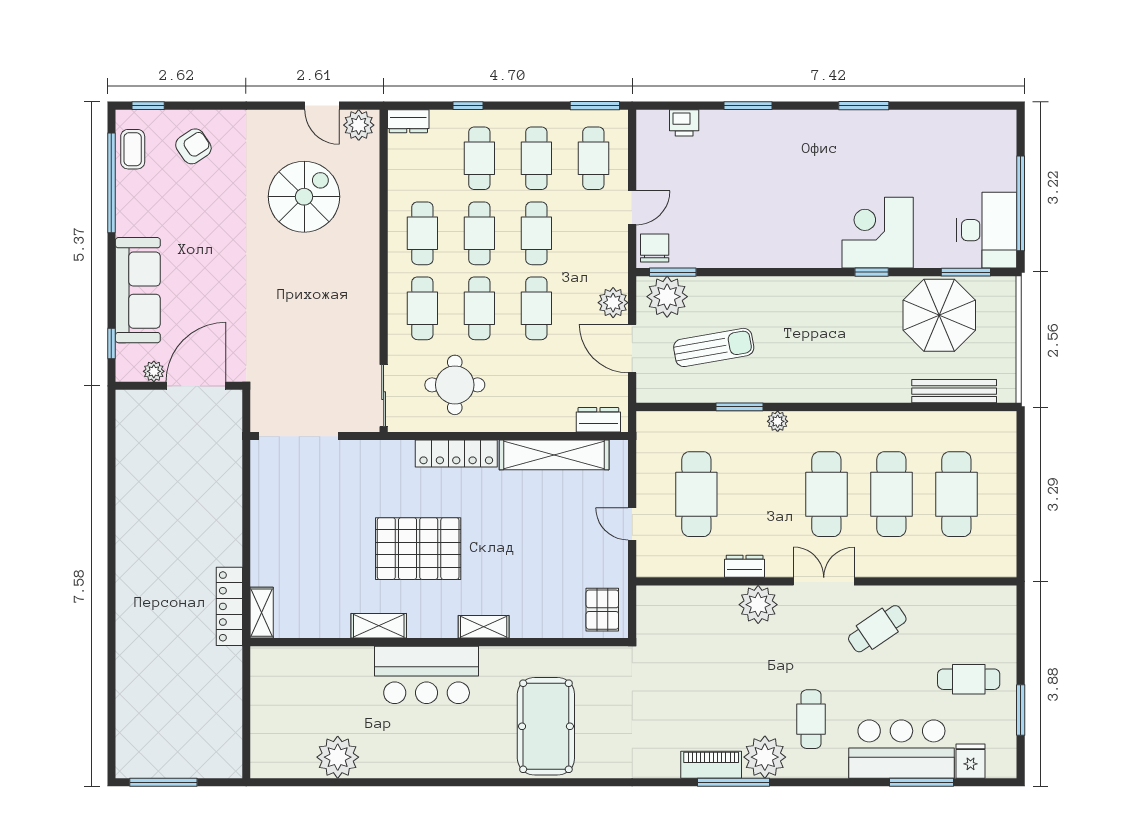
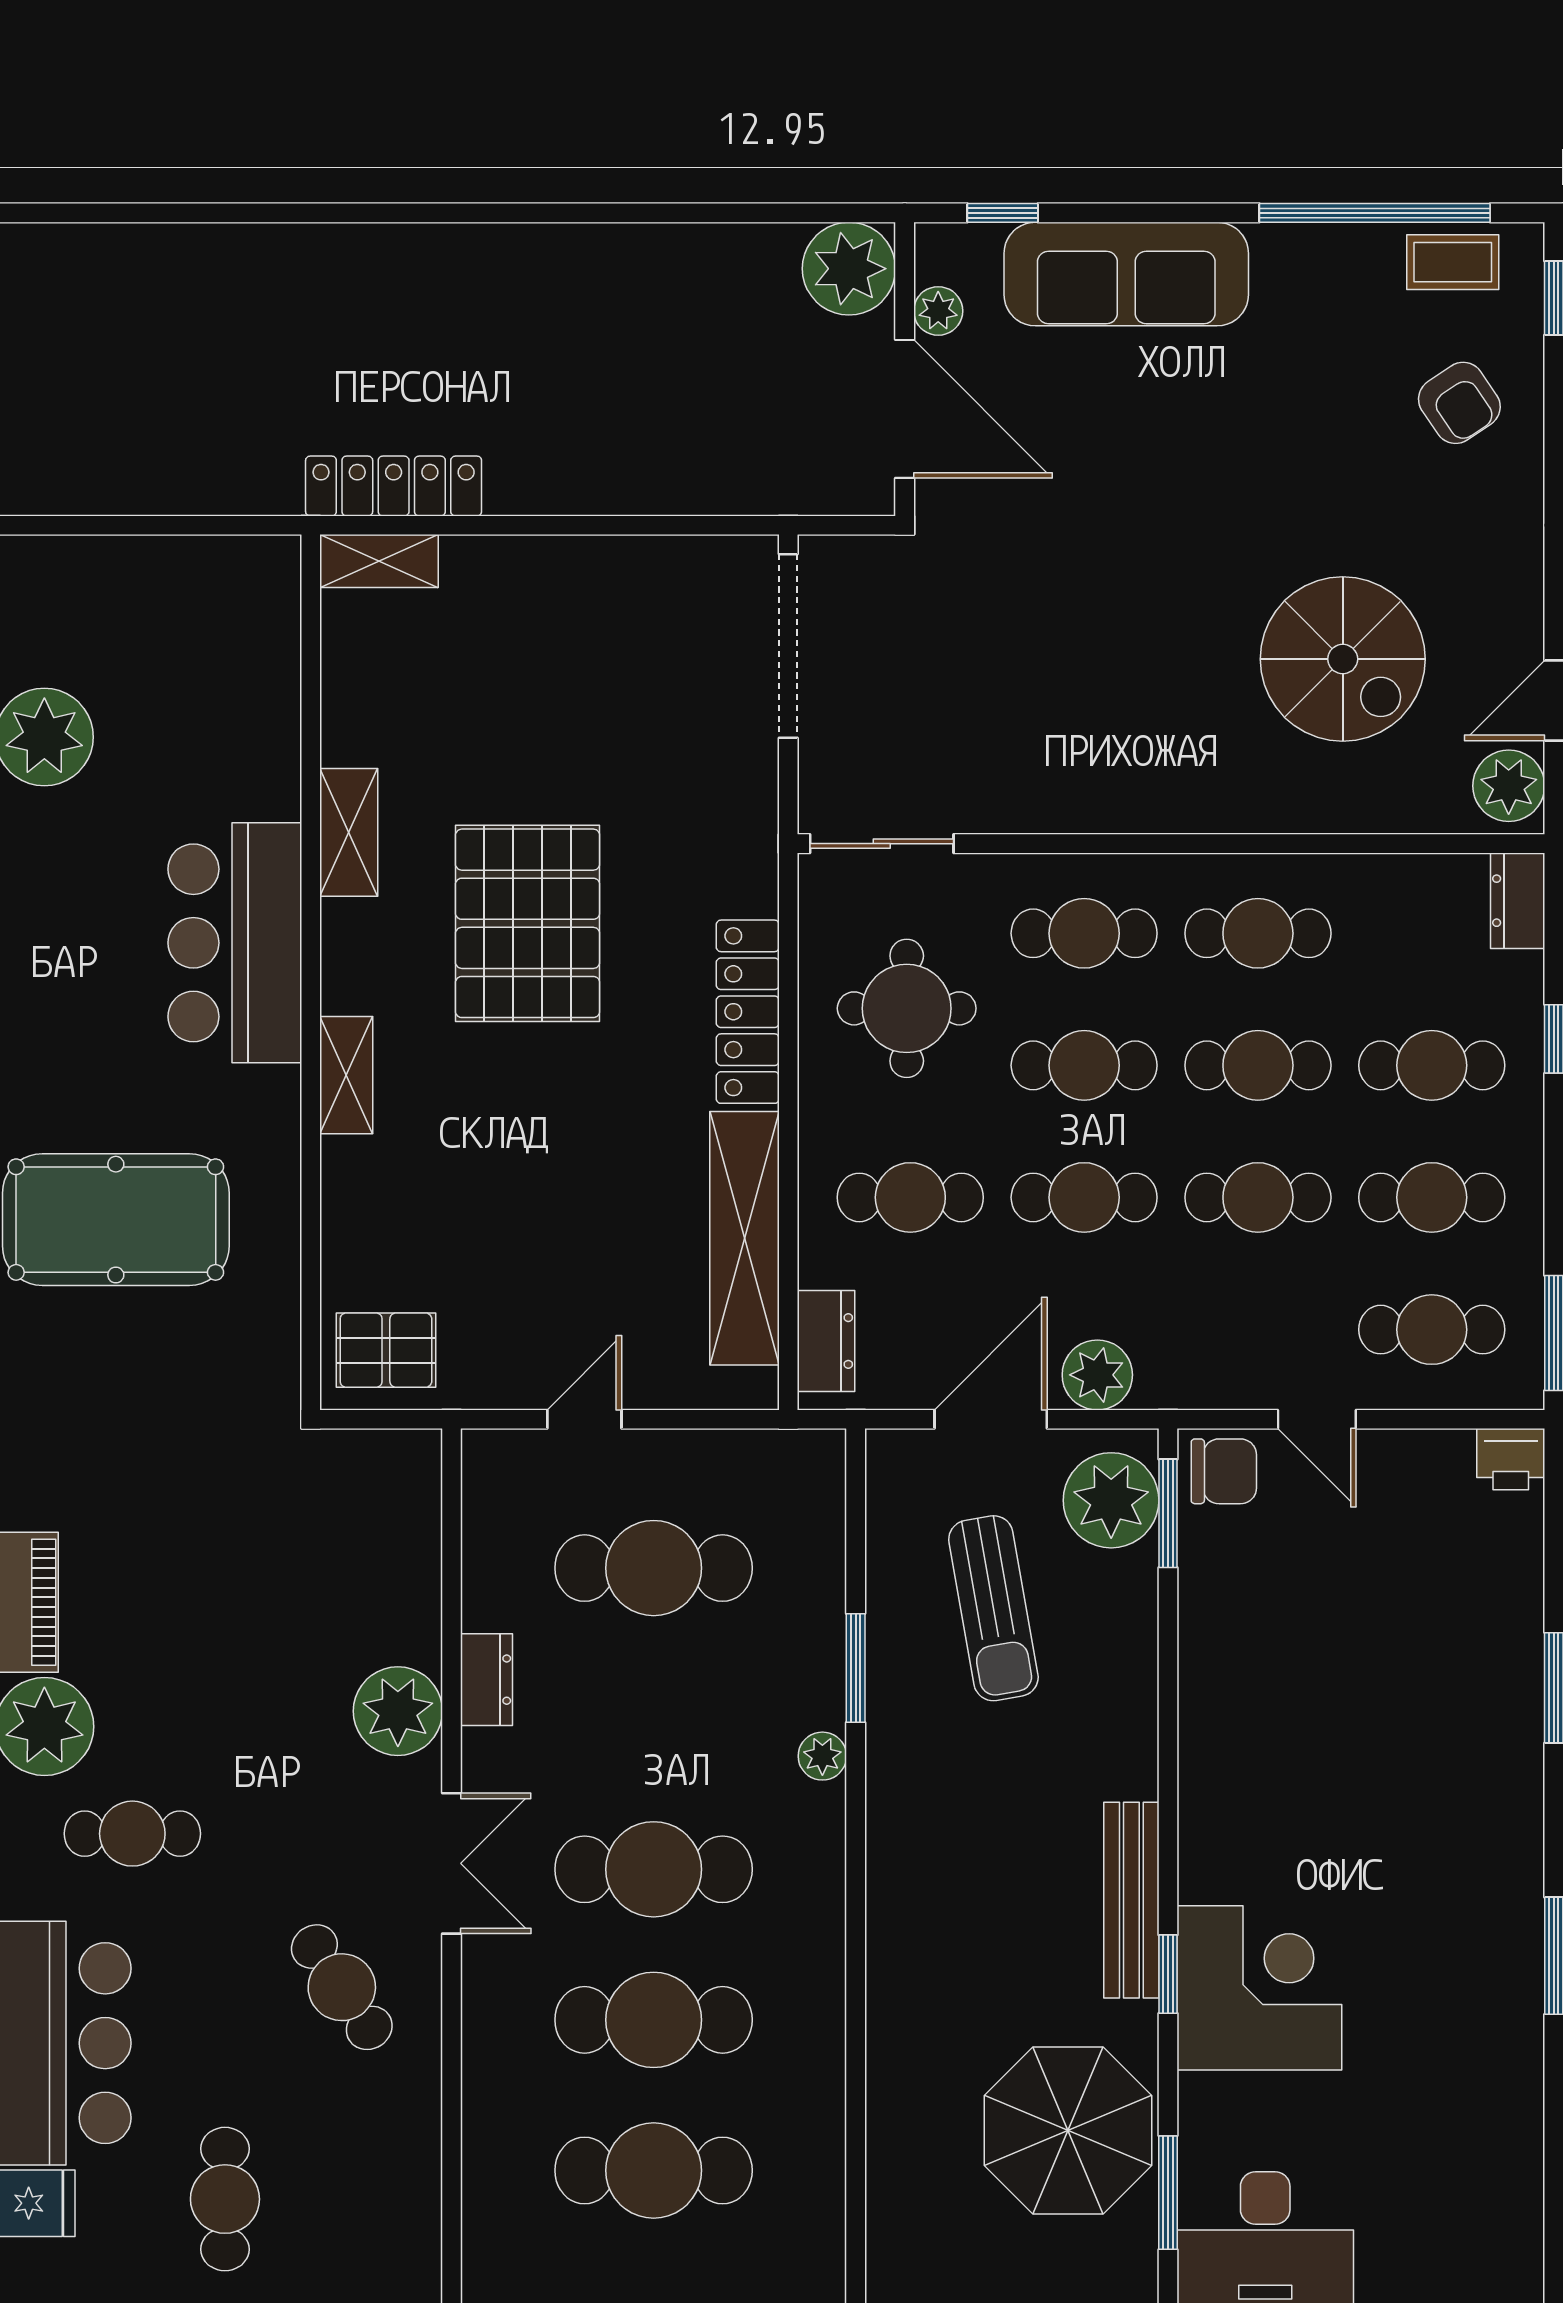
printer: (684, 123) -> (1511, 1459), moved, turned -90
cafe table: (536, 383) -> (910, 1197), added
bench: (954, 391) -> (1131, 1900), moved
plant: (136, 410) -> (849, 269), added

